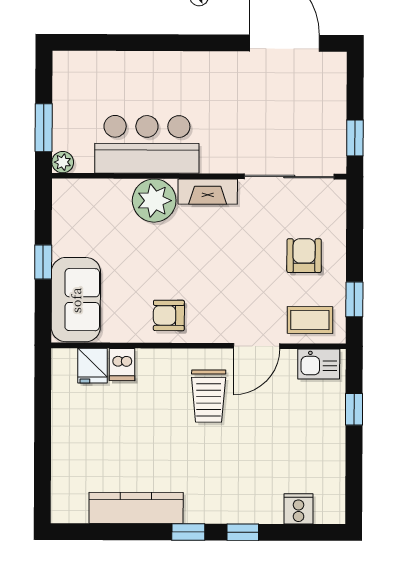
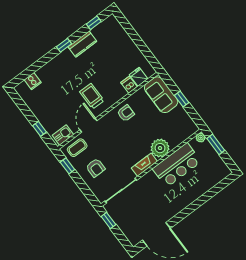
kitchen counter: (136, 508) -> (82, 44), width x0.67
window: (243, 532) -> (94, 23), moved

